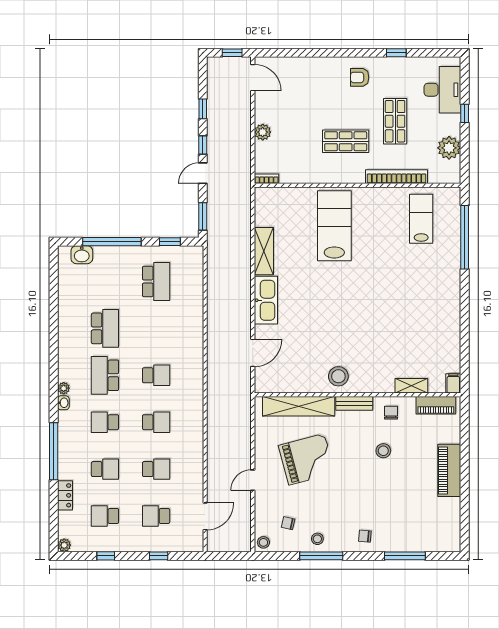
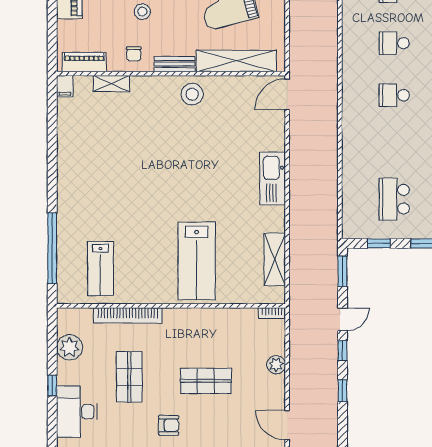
shop shelf: (346, 141) -> (206, 381), moved
shelving: (264, 251) -> (275, 259), moved
door: (253, 353) -> (287, 94), moved

